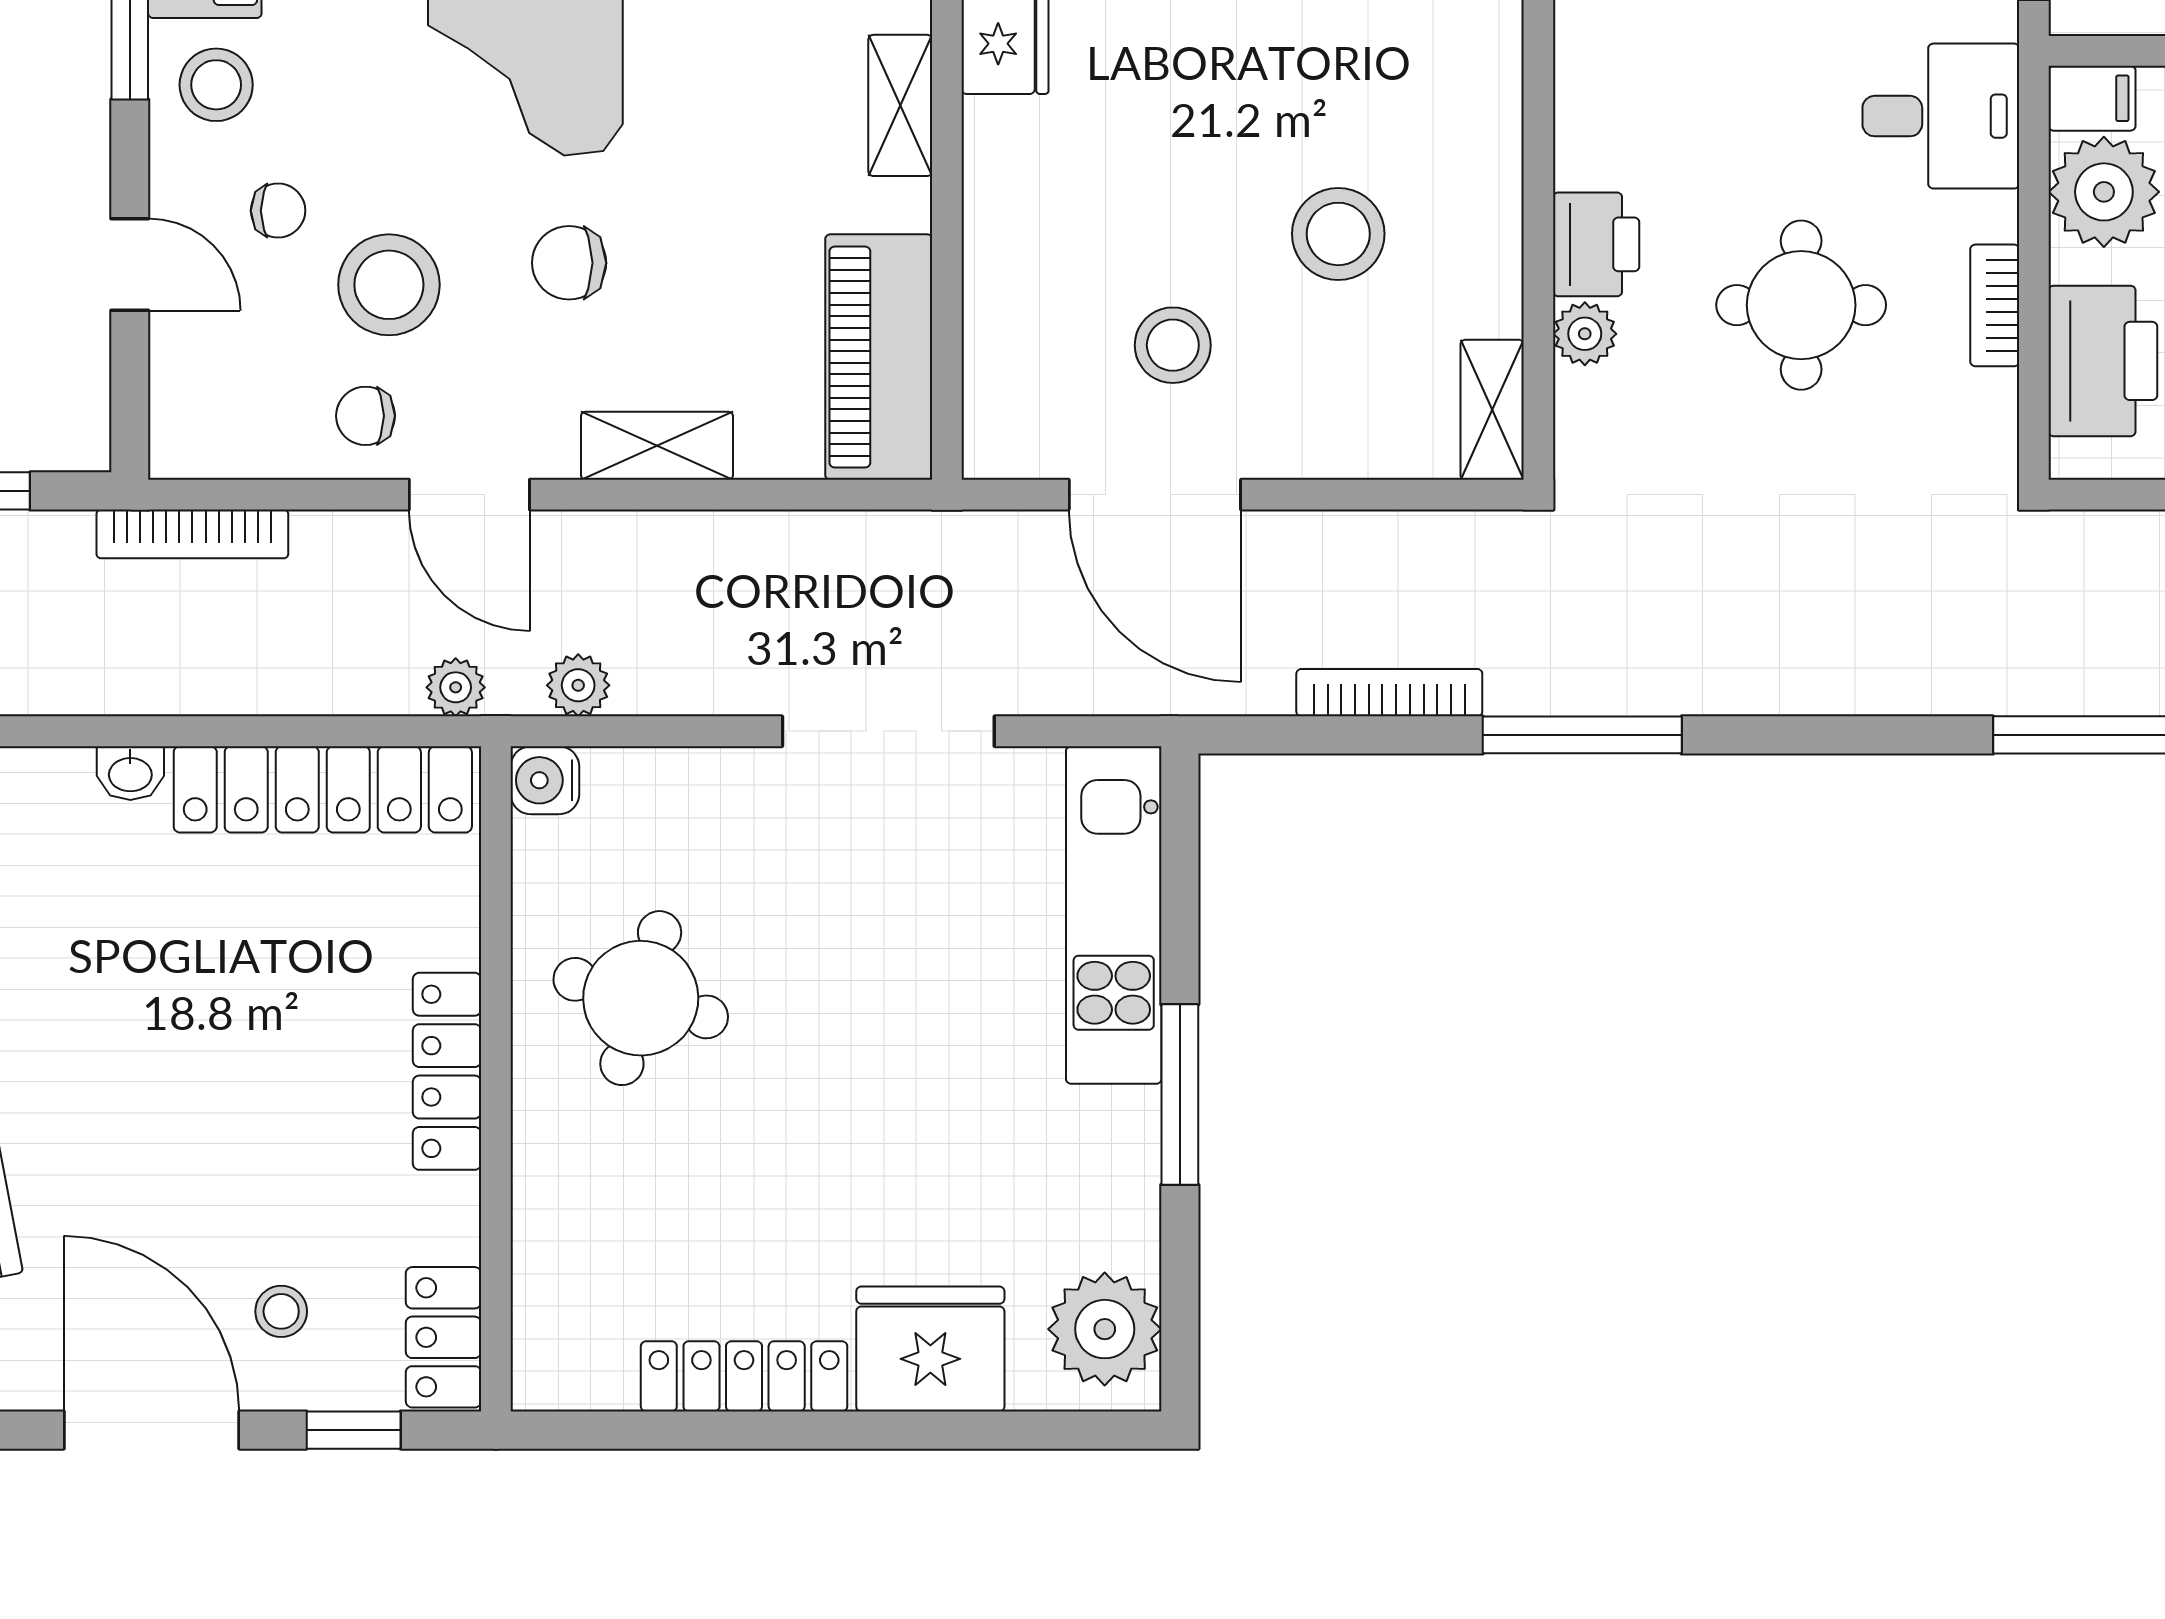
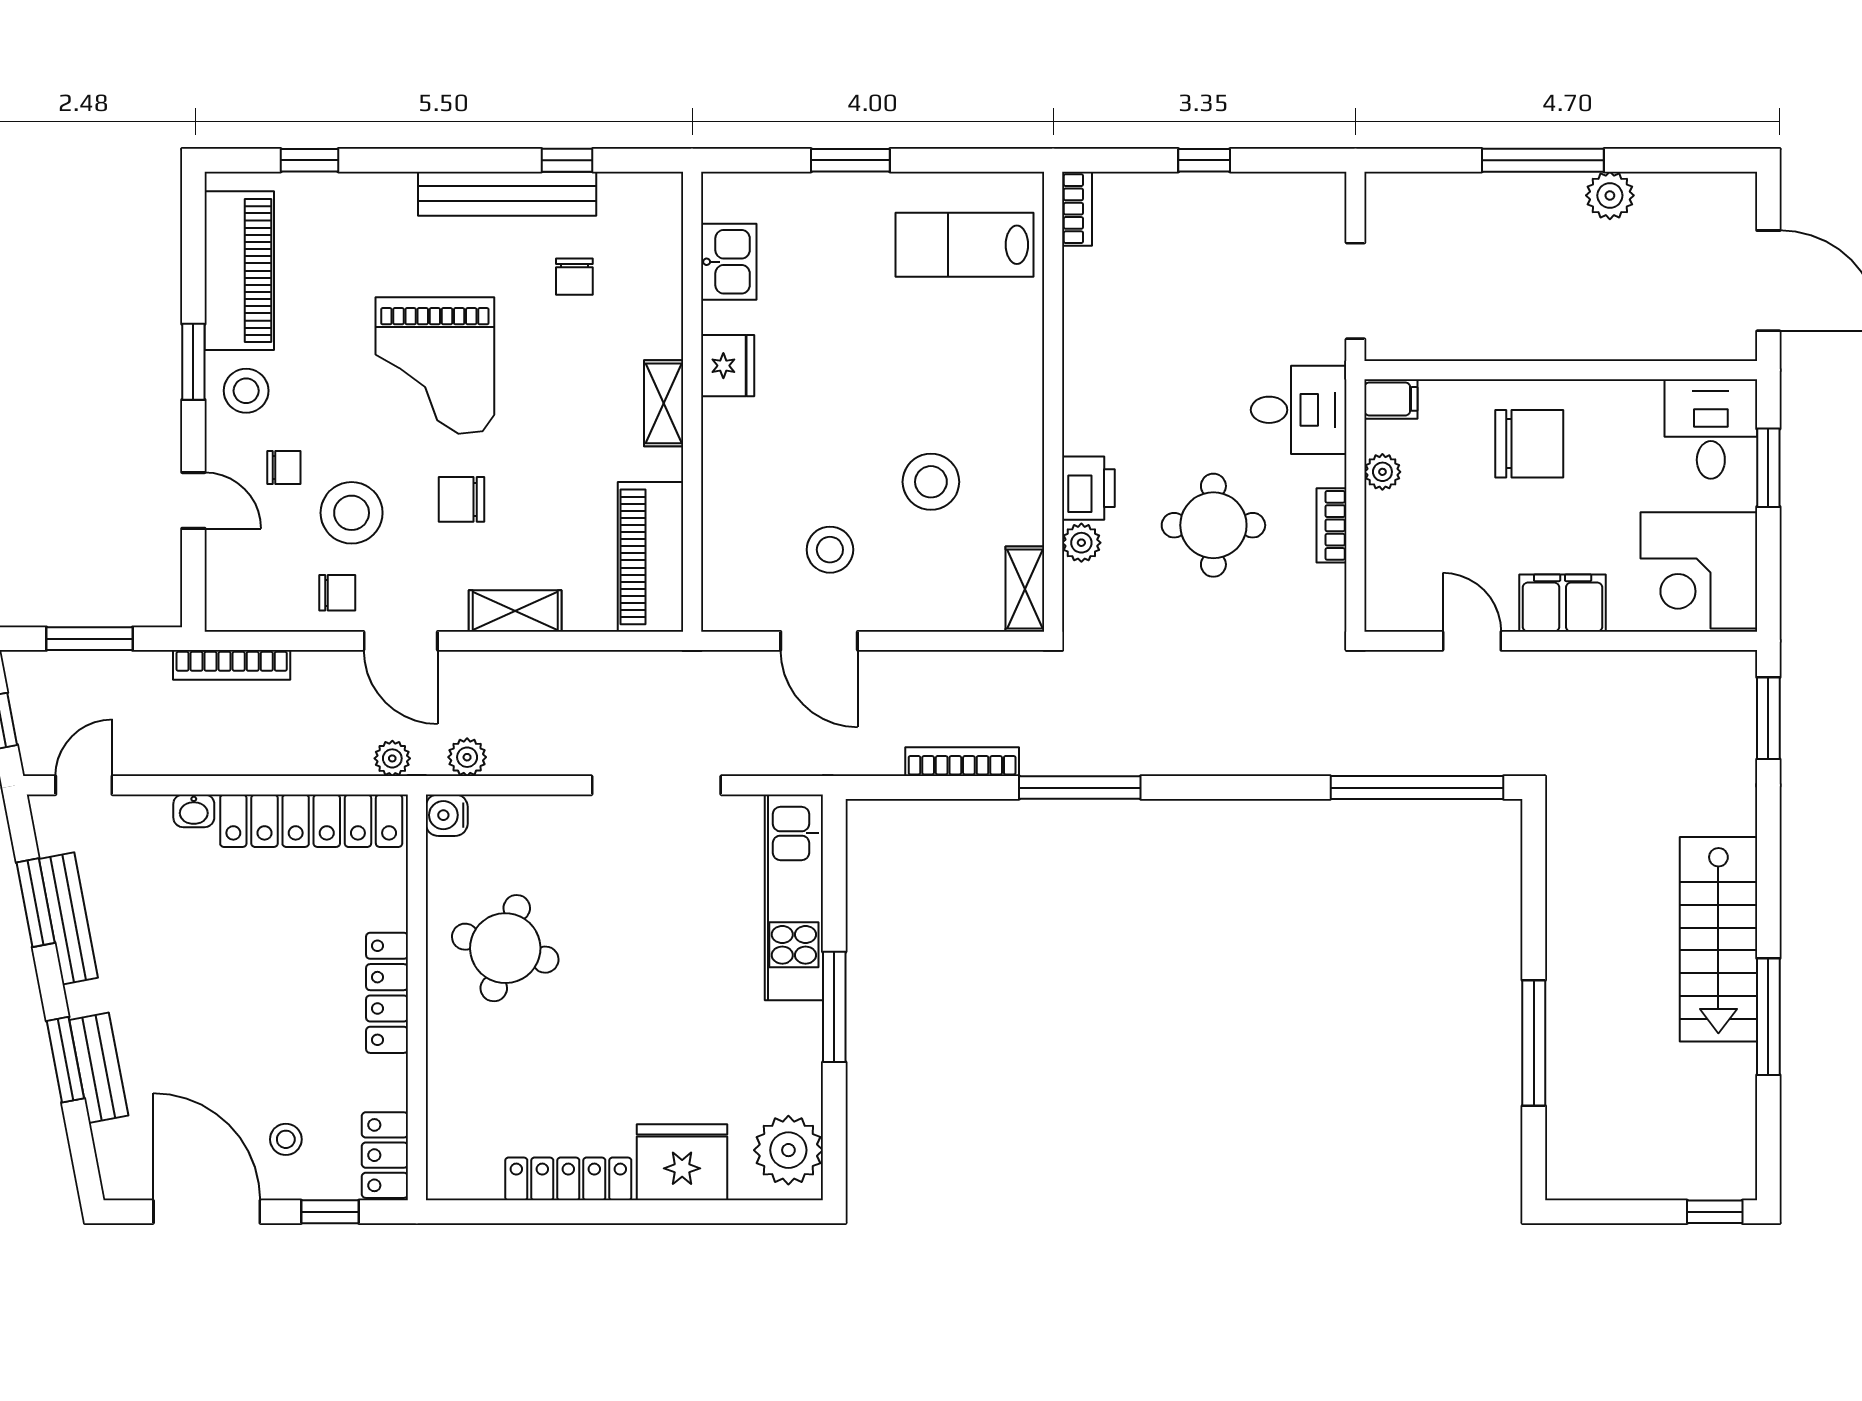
plant: (2104, 192) -> (1382, 472), width x0.53, depth x0.53
printer: (2103, 361) -> (1398, 559), removed
chair: (365, 416) -> (337, 593), turned 180
door: (1155, 495) -> (819, 641), width x0.73

